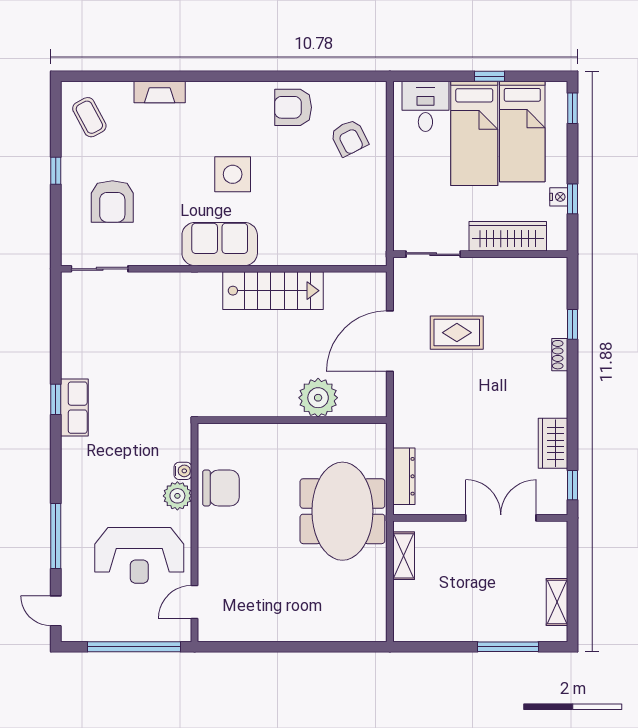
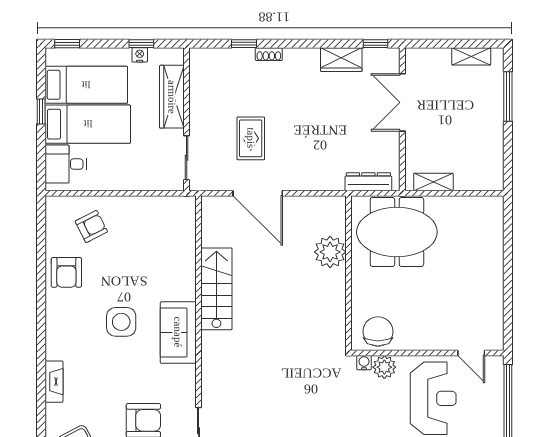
plant: (318, 398) -> (330, 252), moved
wall: (292, 420) -> (348, 273), moved

